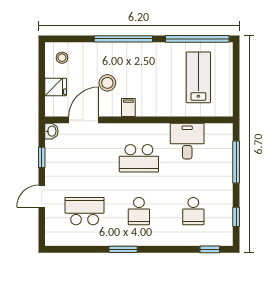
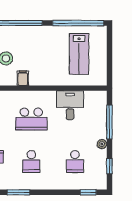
lab bench: (198, 77) -> (79, 54), turned 180
plant: (227, 189) -> (102, 144), added

